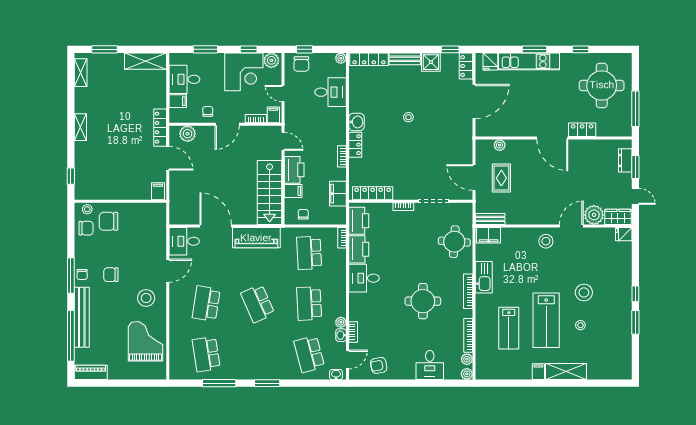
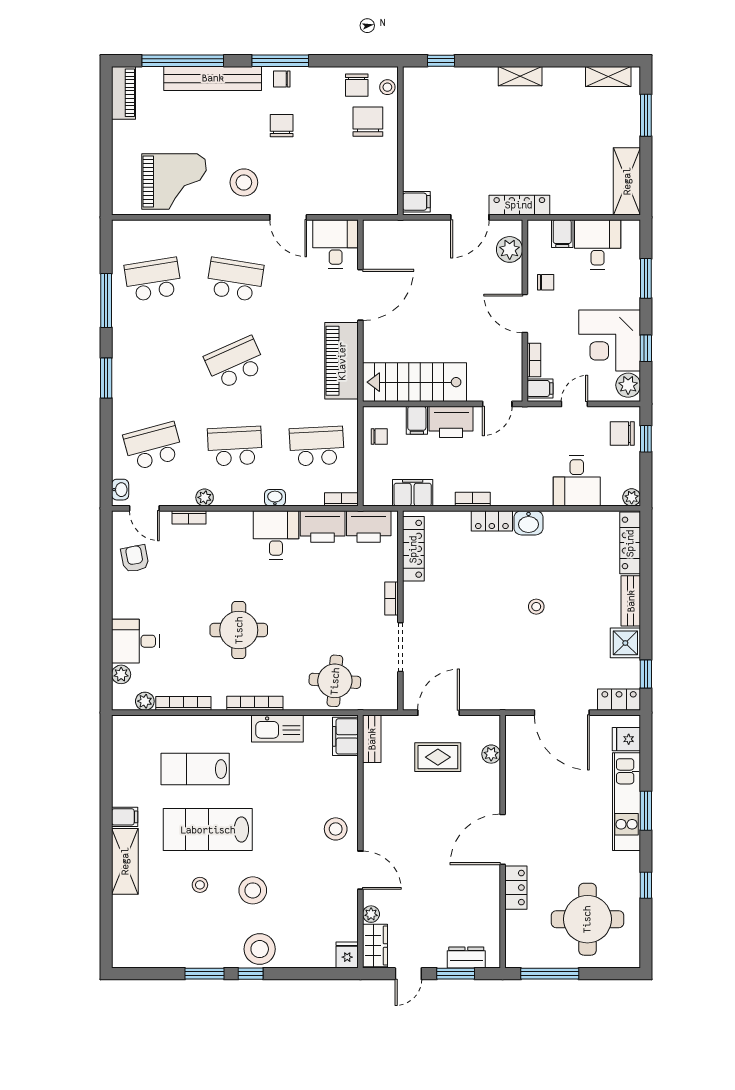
plant: (594, 215) -> (371, 914), width x0.53, depth x0.53
stool: (620, 288) -> (260, 949), added
washbasin: (341, 335) -> (275, 498), moved
plant: (467, 374) -> (121, 674), moved

